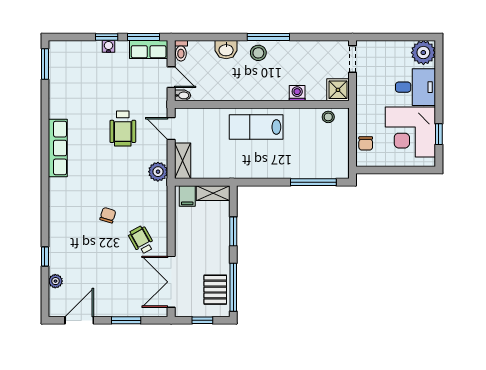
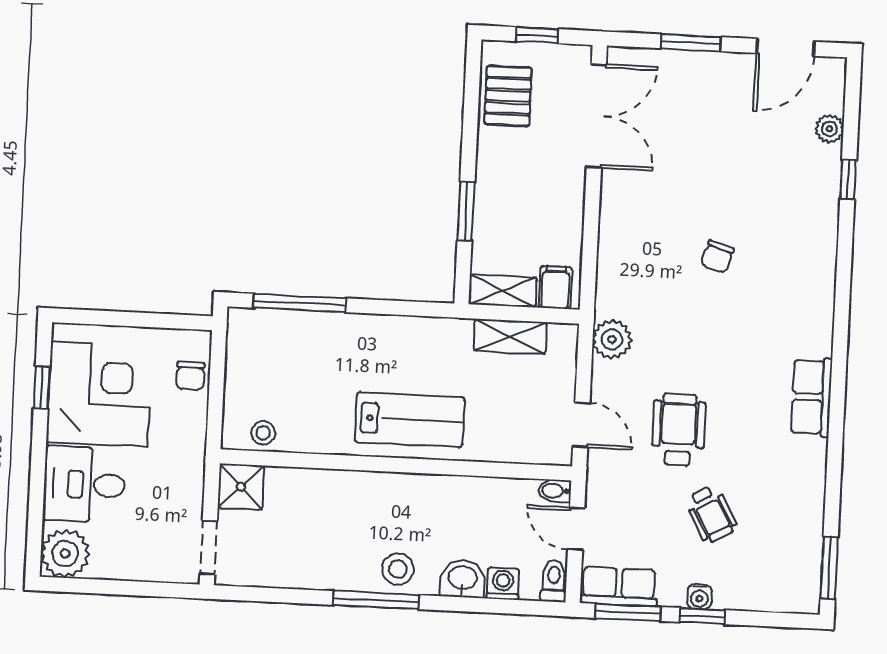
washing machine: (297, 93) -> (503, 584), moved, turned 180
chair: (366, 143) -> (190, 376), turned 180
row of seats: (58, 148) -> (812, 397), width x0.68
shelving: (183, 161) -> (510, 336), moved, turned 90
wheelchair: (141, 240) -> (711, 514), moved
window: (233, 287) -> (471, 99), removed

